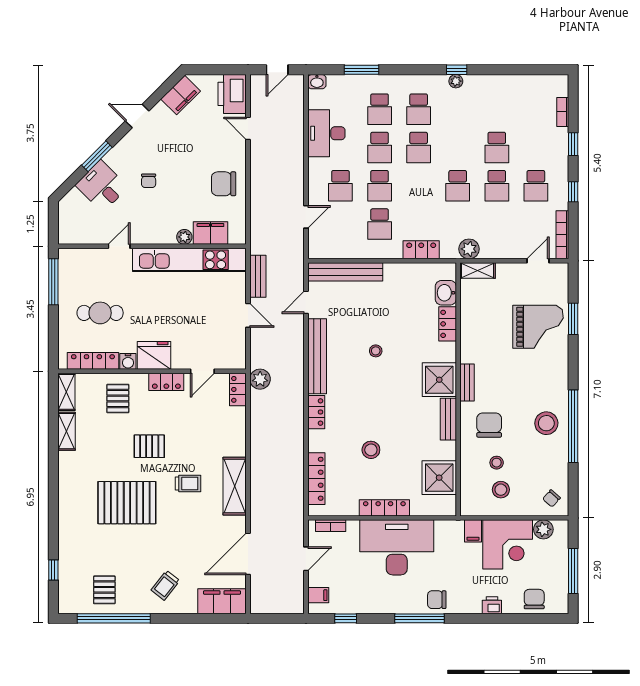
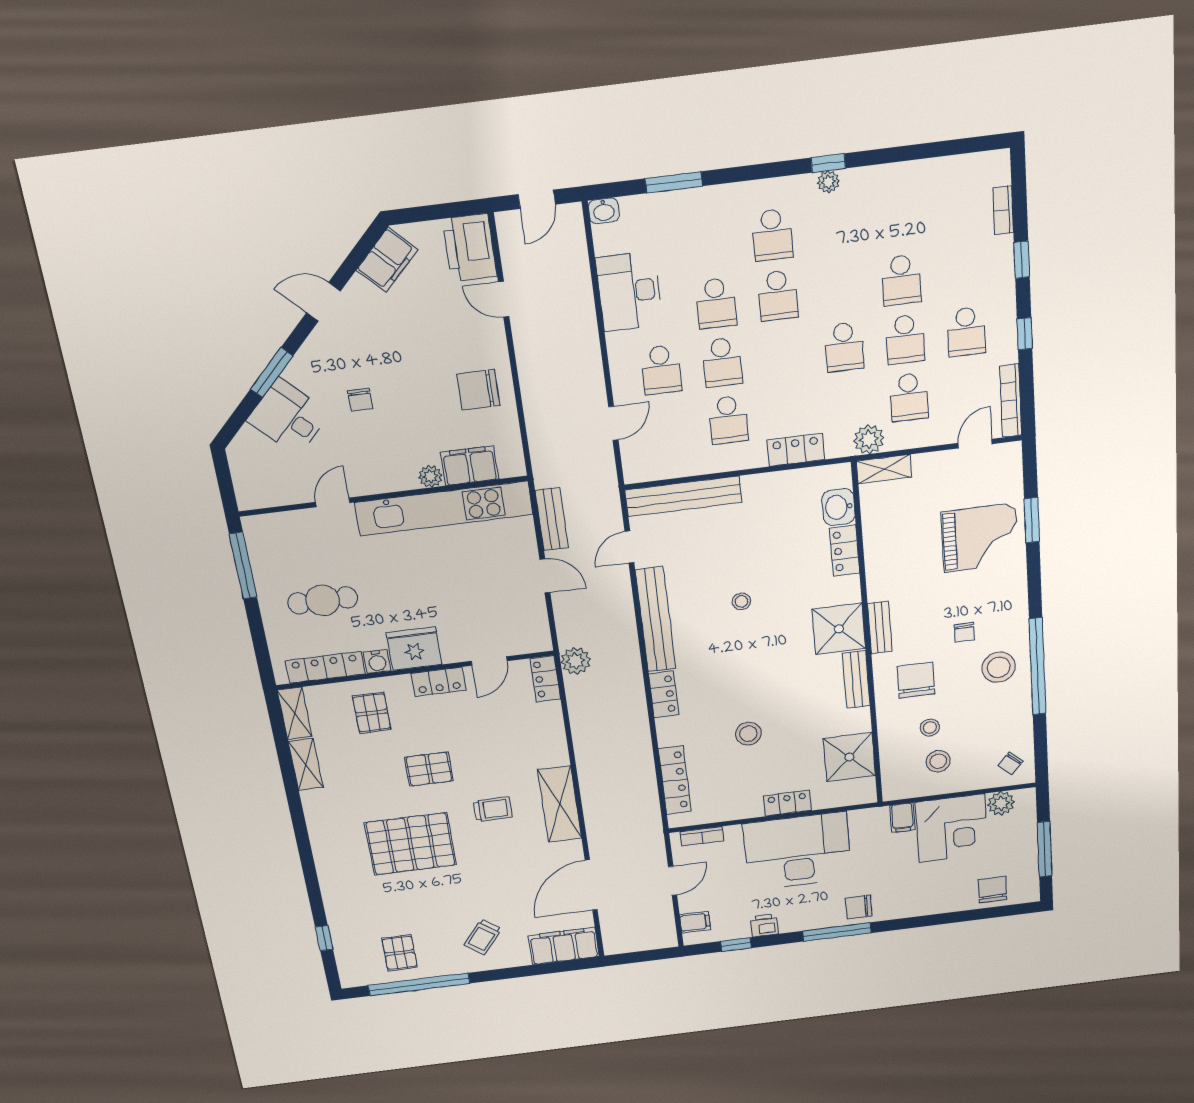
school desk: (380, 109) -> (909, 397), moved
chair: (524, 394) -> (964, 632), added
locker: (384, 508) -> (787, 803), width x0.66
printer: (492, 605) -> (764, 925), moved

